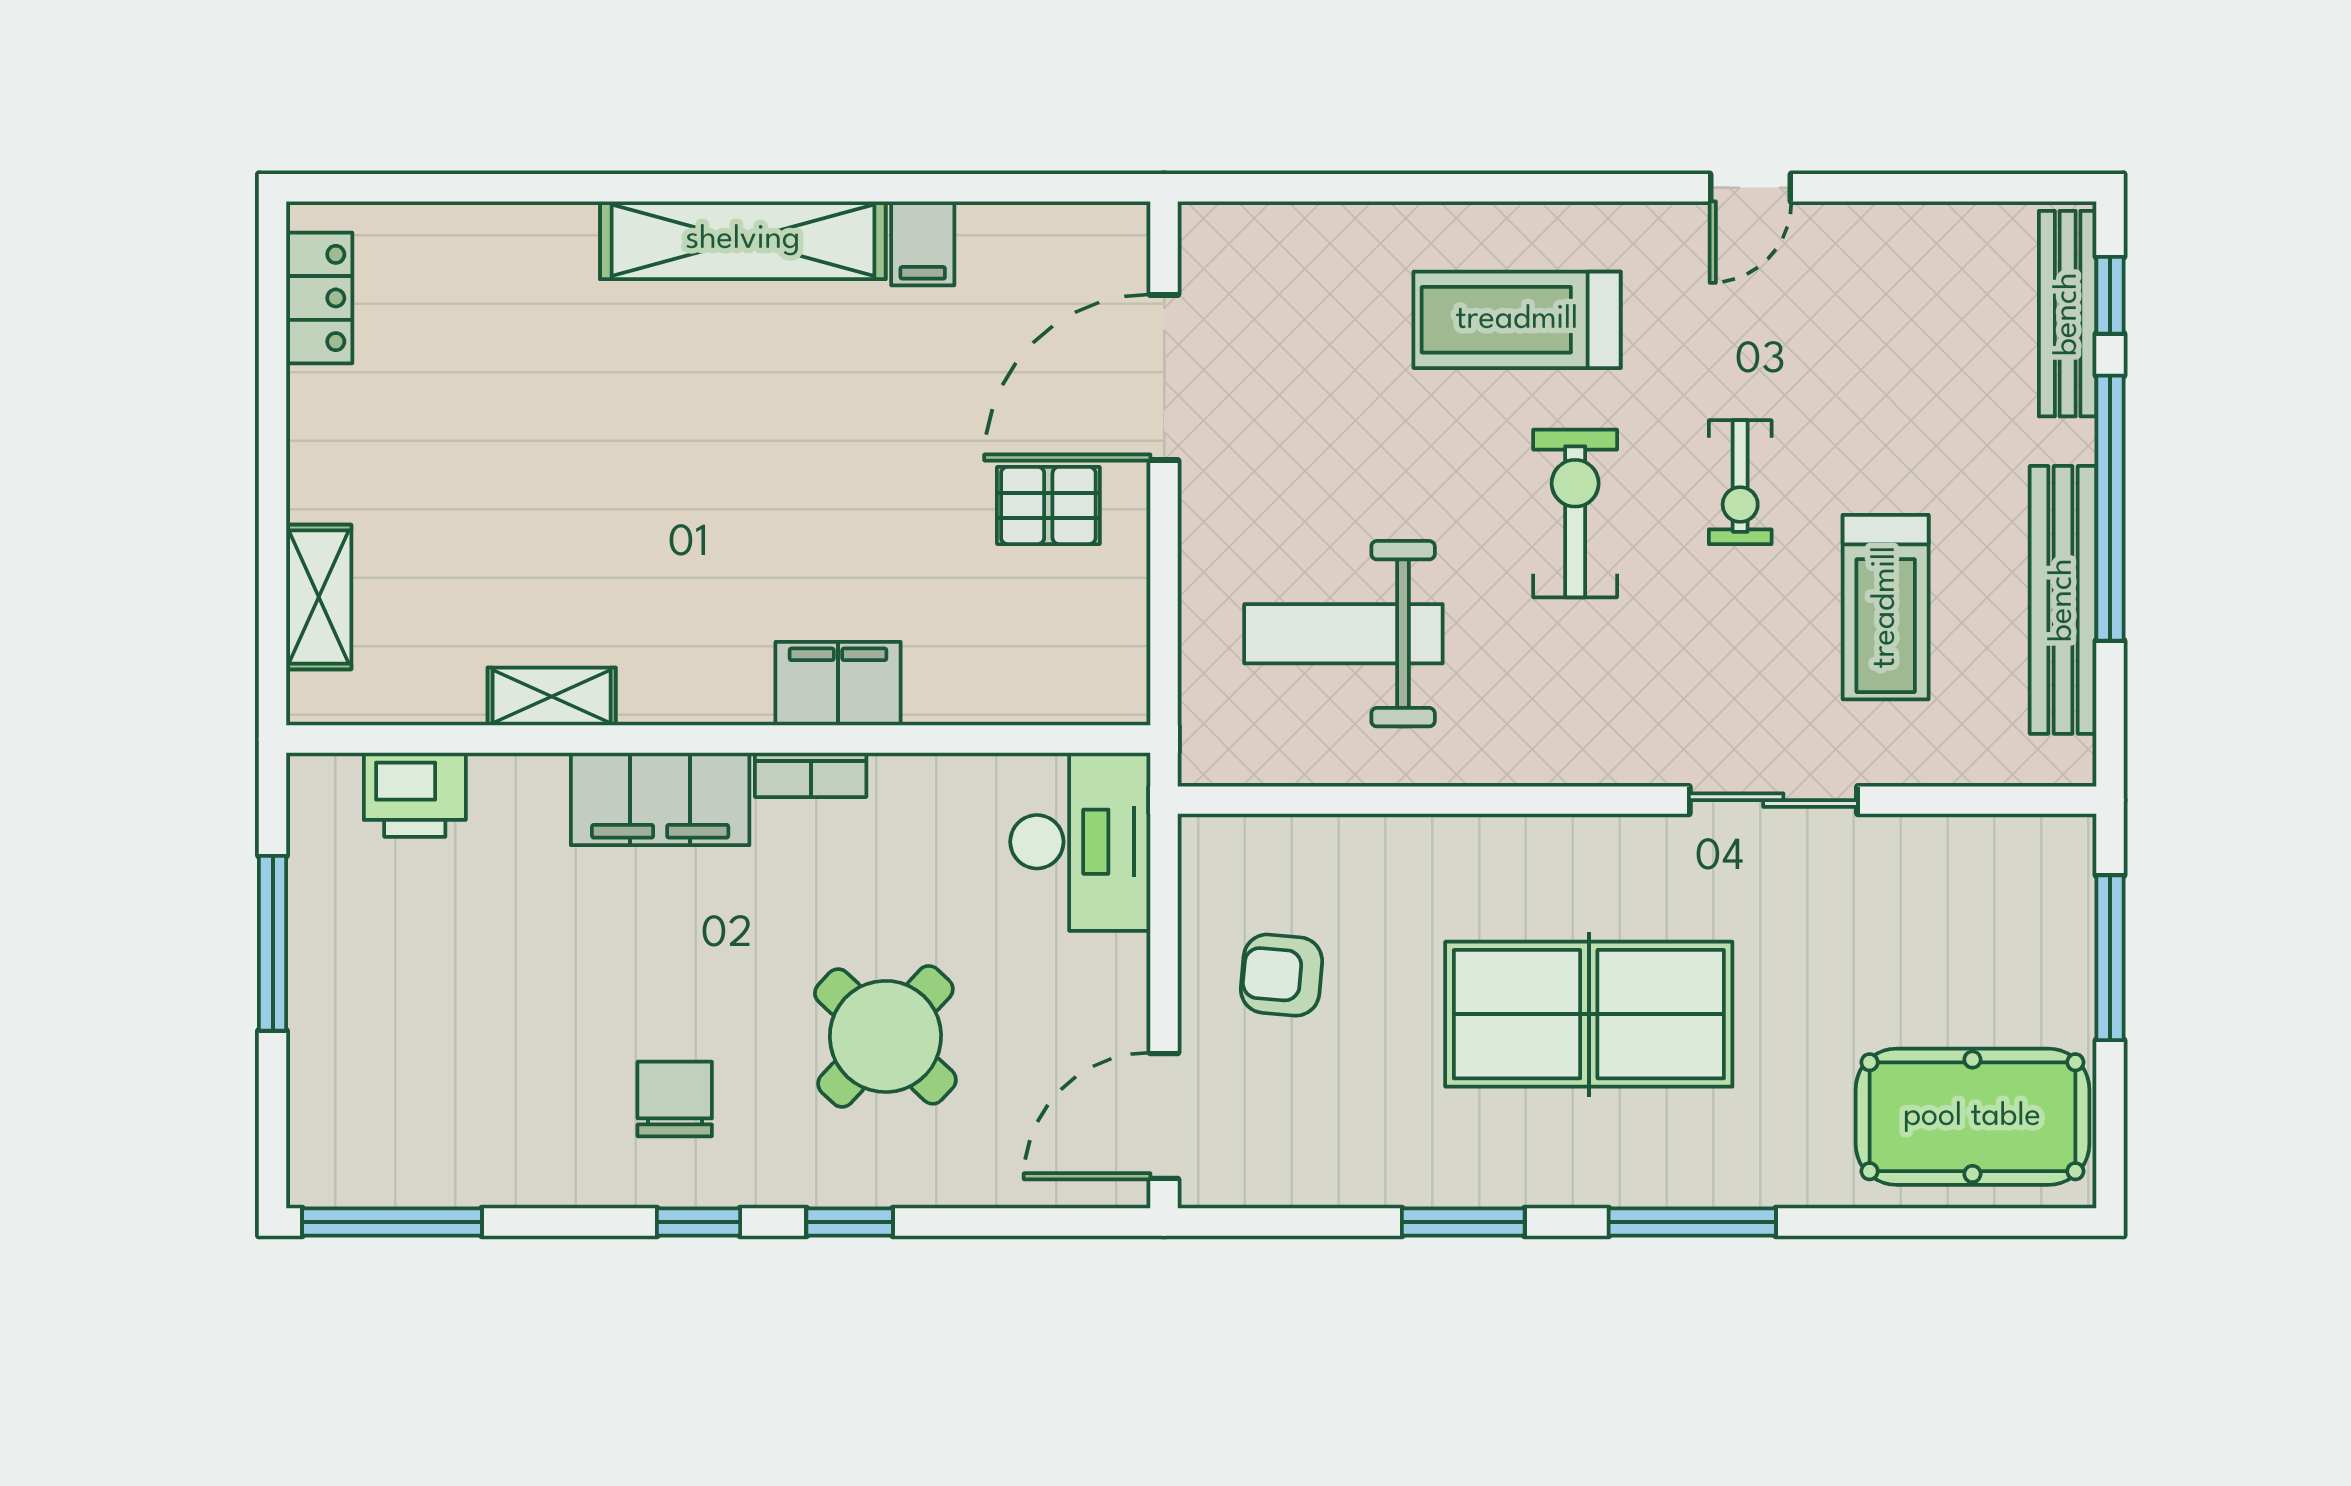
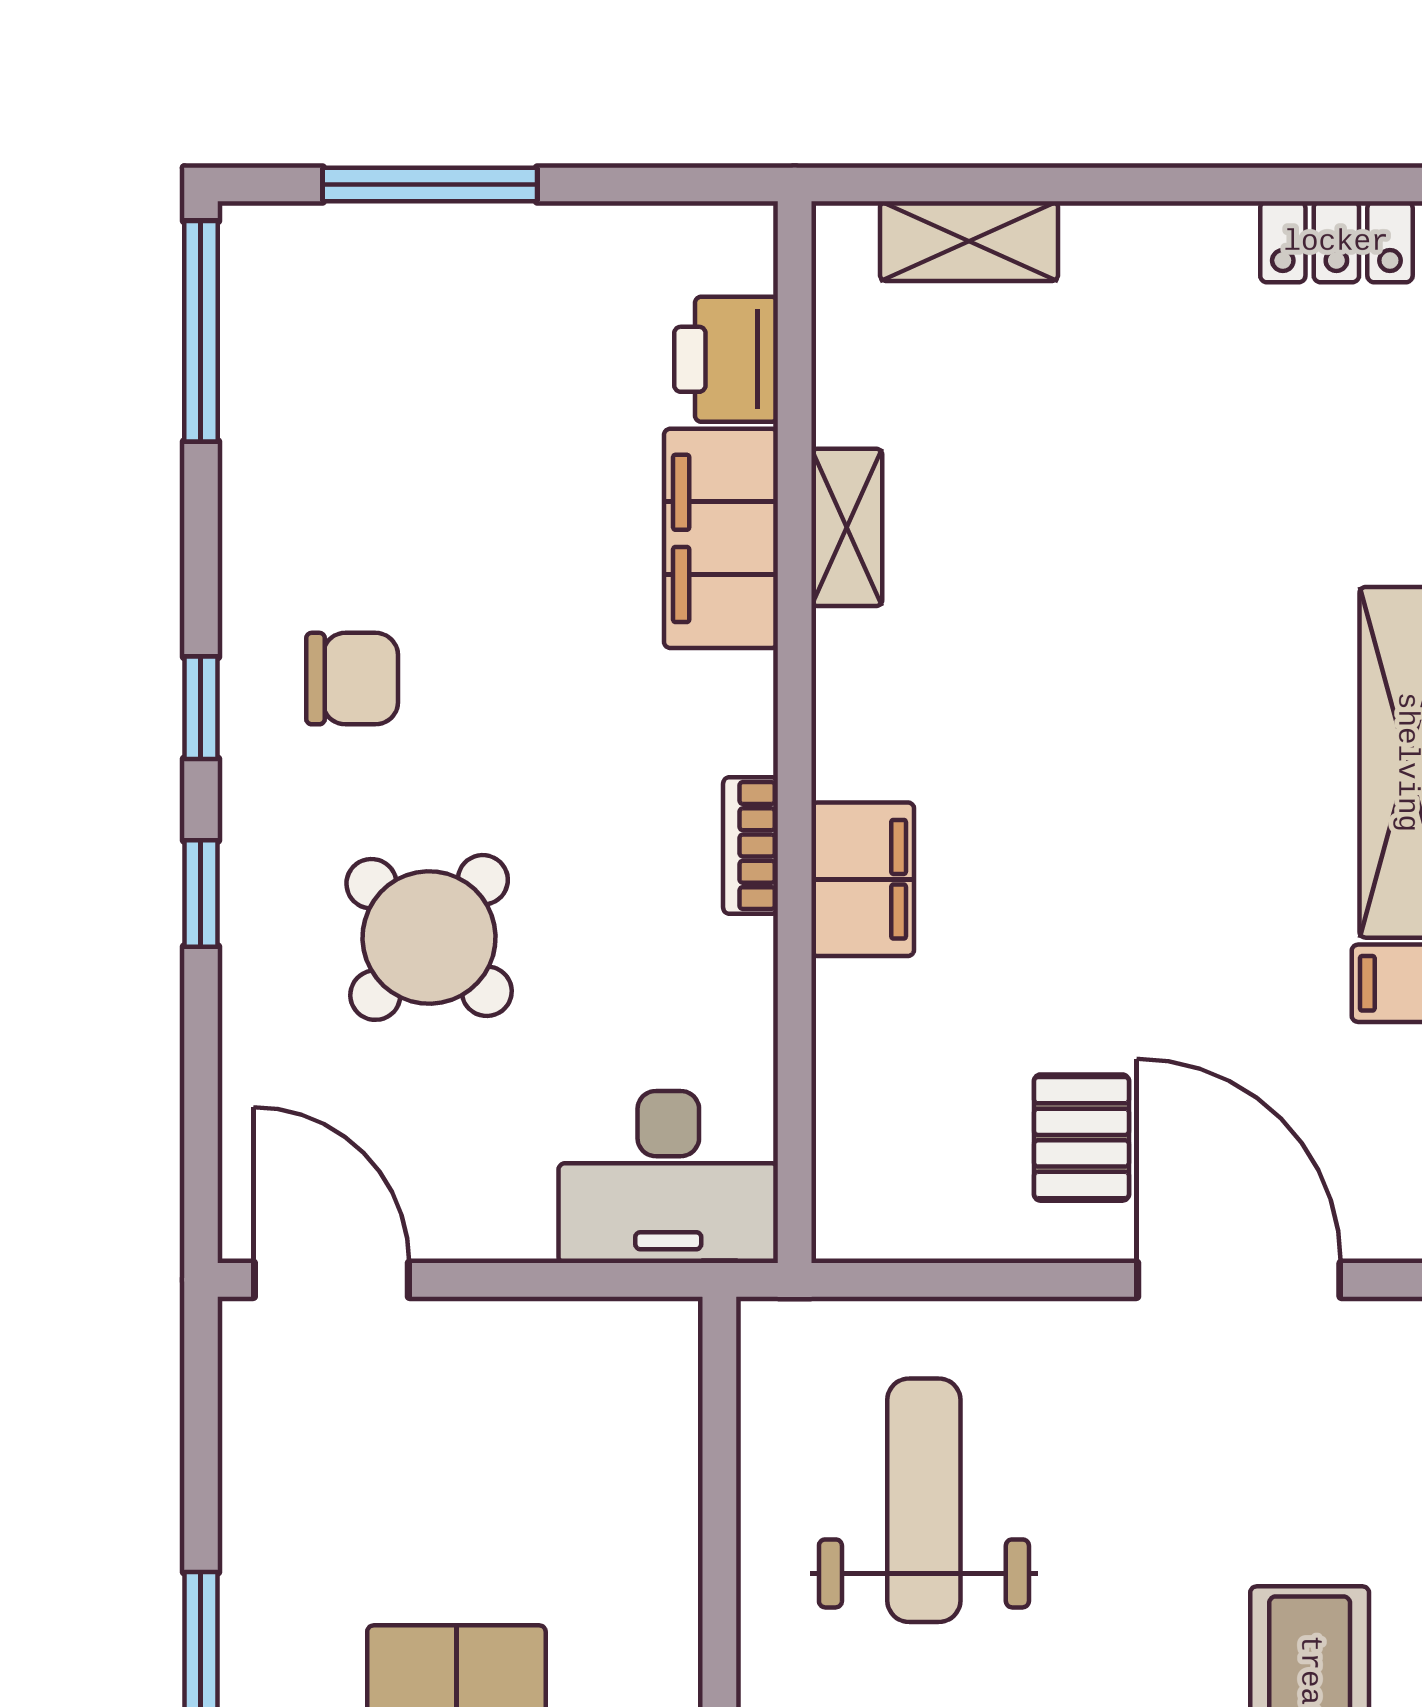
filing cabinet: (660, 799) -> (721, 538), moved
window: (273, 943) -> (430, 184), moved
armchair: (1281, 975) -> (504, 1424), removed

